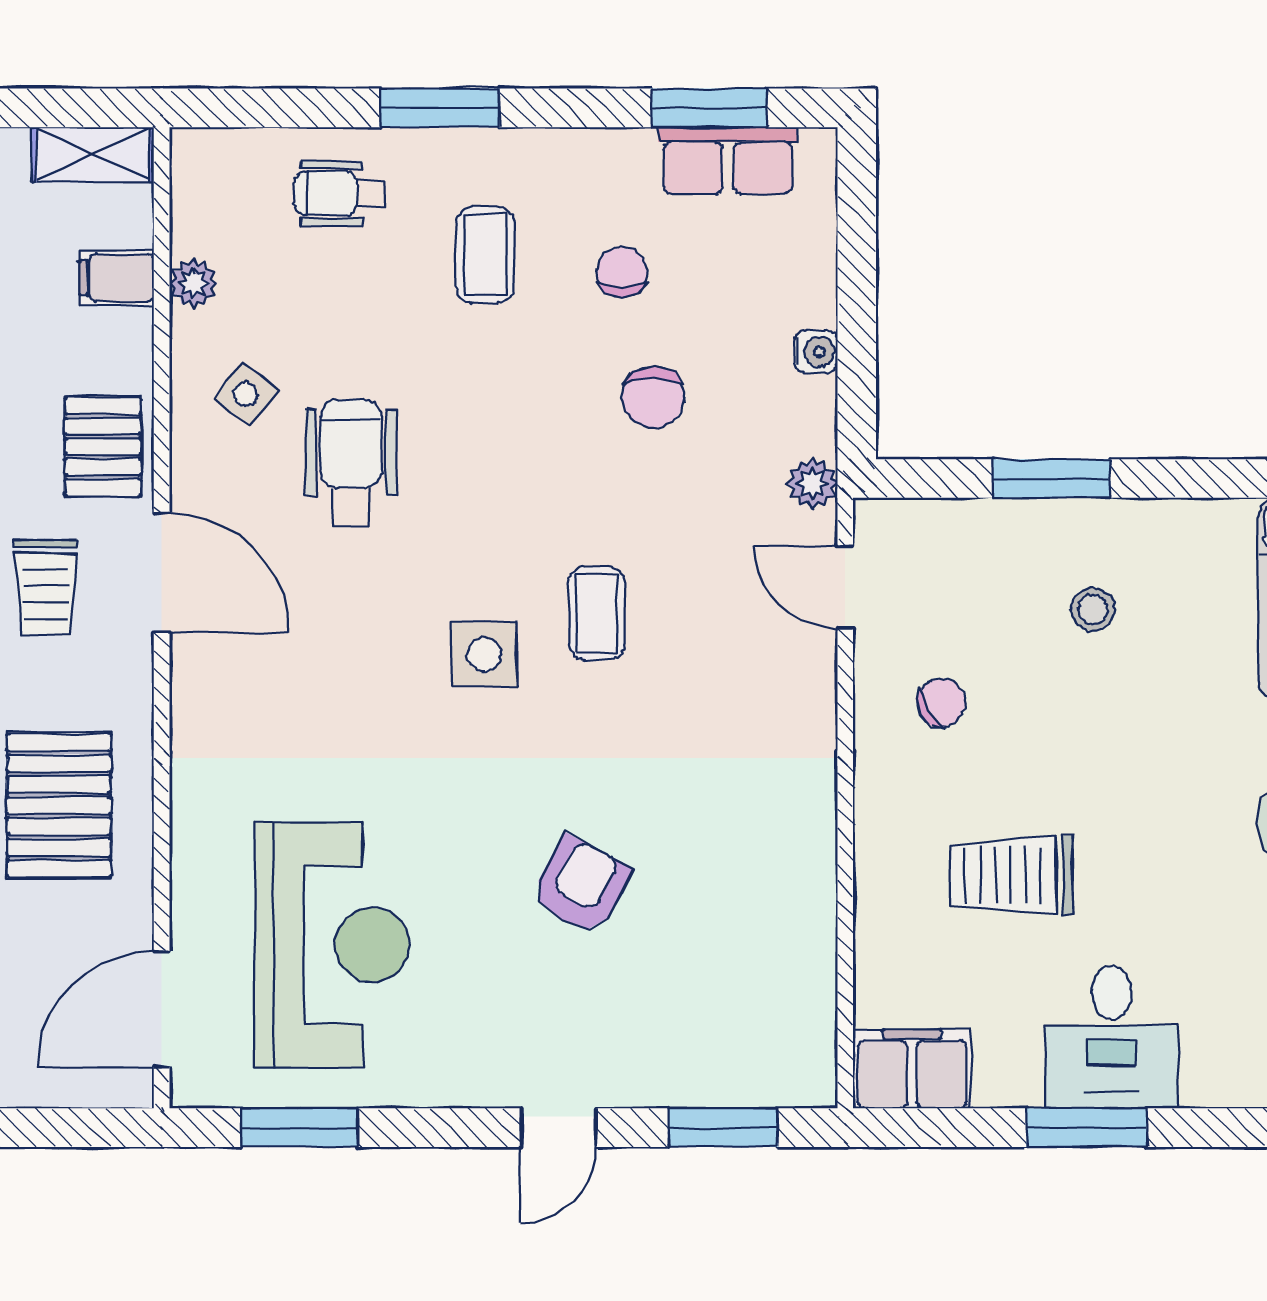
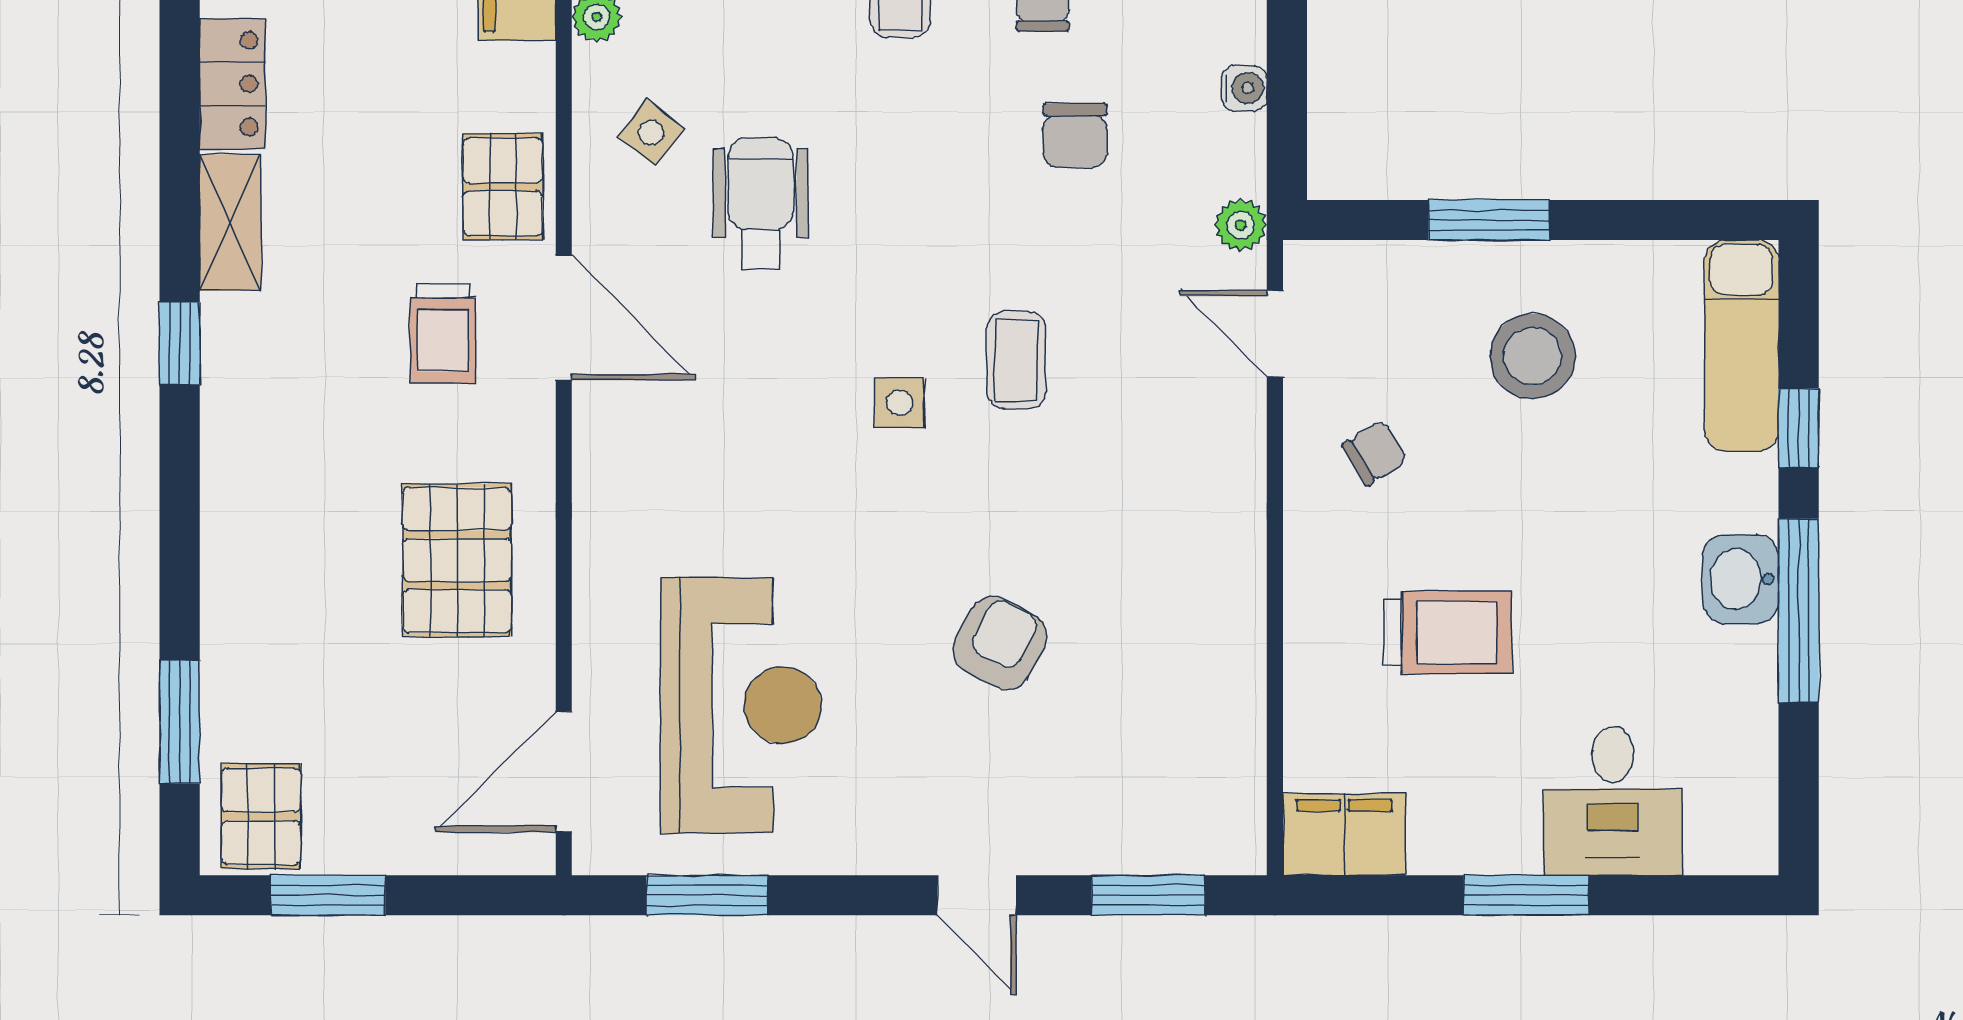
stool: (1093, 609) -> (1533, 356), width x1.89, depth x1.89
side table: (484, 654) -> (899, 403), width x0.73, depth x0.73
trolley: (1012, 875) -> (1448, 632), turned 180
desk: (1112, 1037) -> (1613, 801), moved
door: (558, 1128) -> (976, 895), hinge flipped

